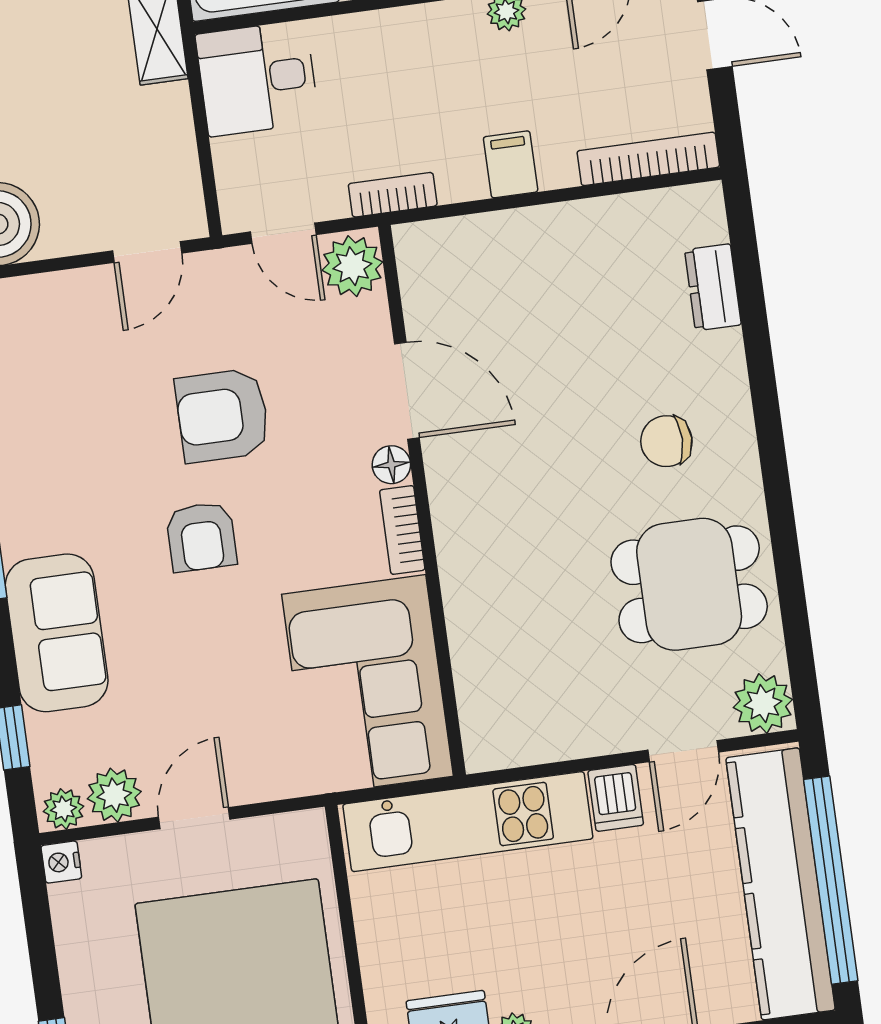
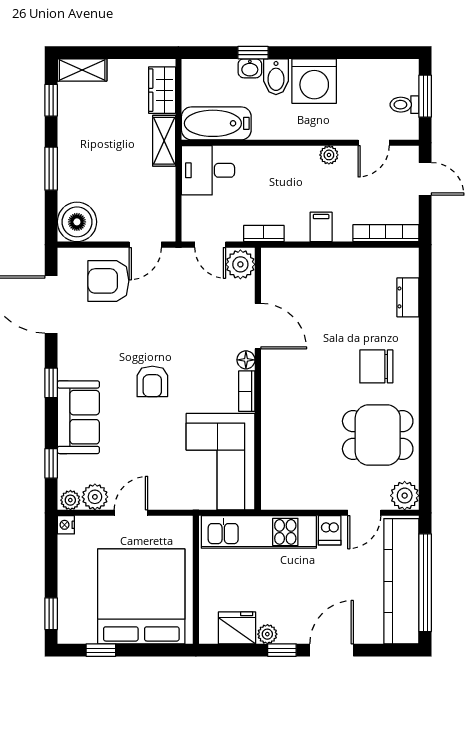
armchair: (222, 416) -> (108, 281), moved
chair: (666, 441) -> (376, 366), width x1.37, depth x1.37

